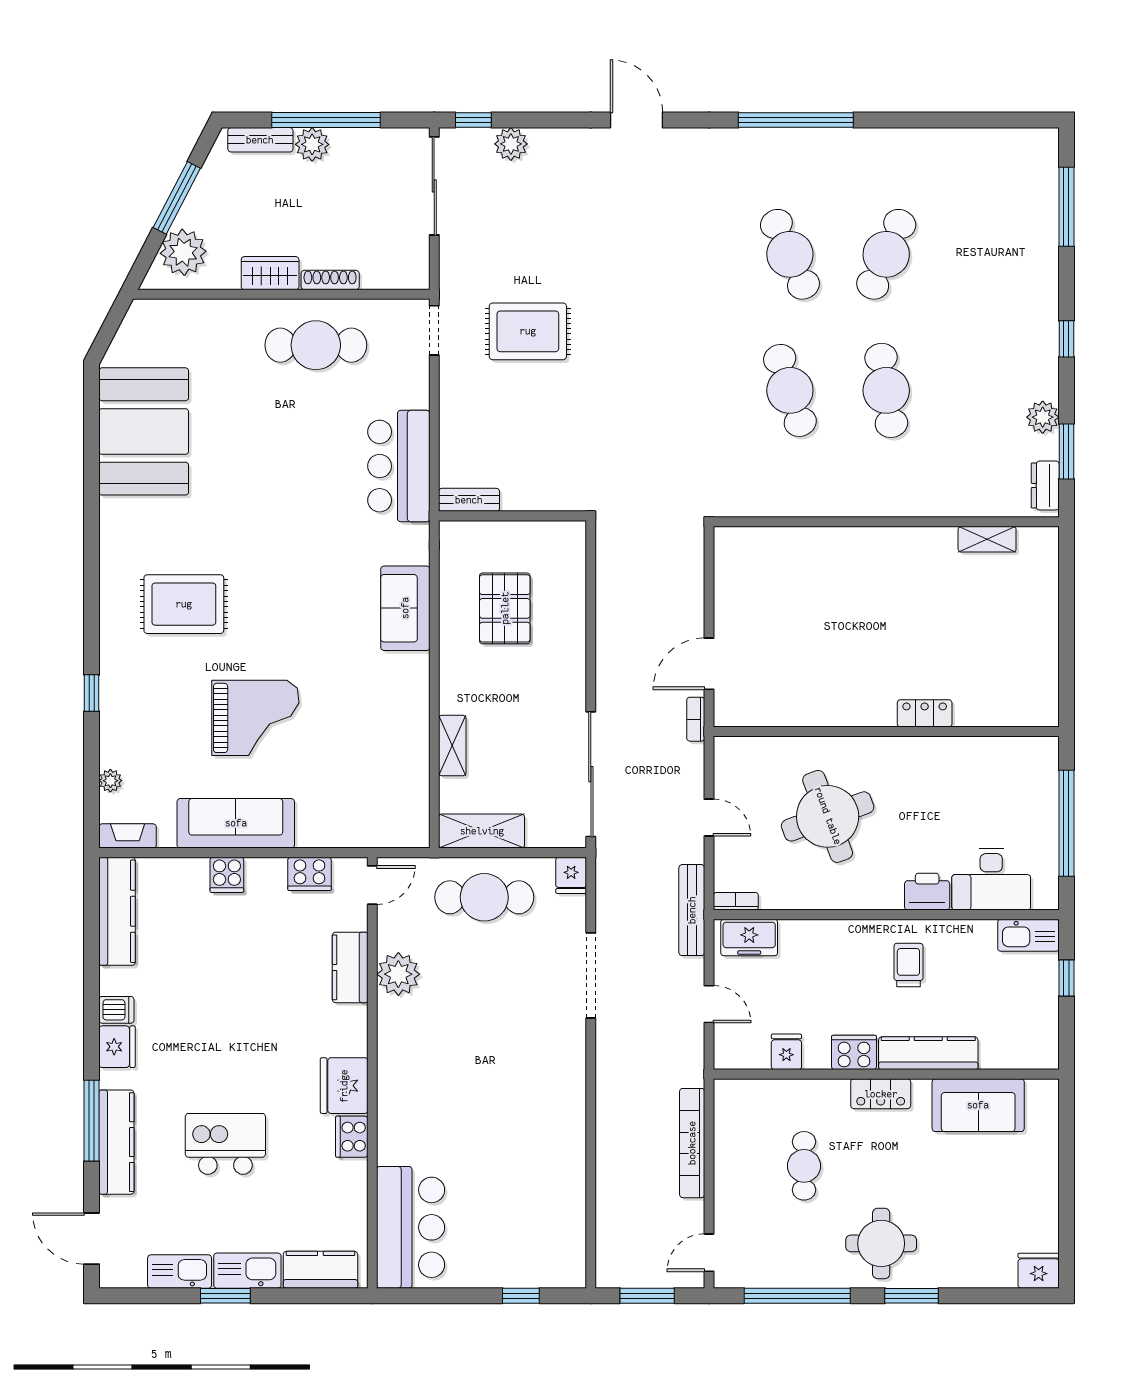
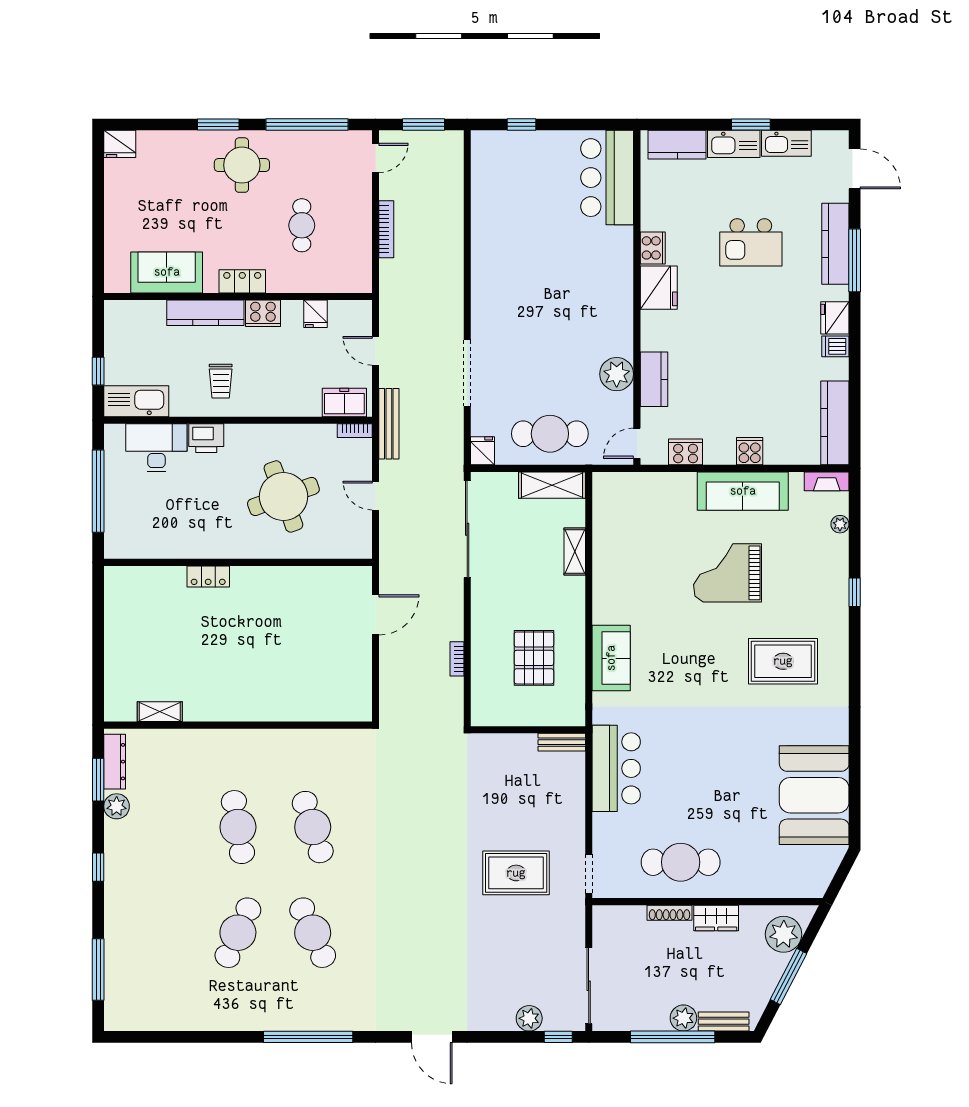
dresser: (1045, 485) -> (115, 762), width x1.44
bookcase: (696, 719) -> (457, 659), moved, turned 180
kitchen sink: (1028, 935) -> (136, 401), width x1.36, depth x1.24
bookcase: (692, 1143) -> (386, 229), width x0.68, depth x0.76

